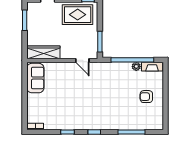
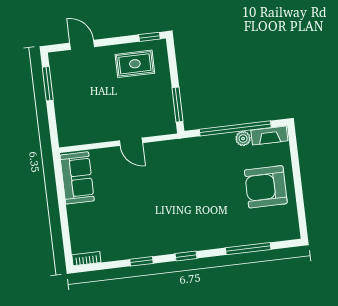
rug: (78, 15) -> (135, 64), width x0.73, depth x0.70
wardrobe: (43, 52) -> (85, 134), removed
door: (82, 60) -> (131, 142), moved
armchair: (146, 97) -> (266, 187), width x1.88, depth x1.88

